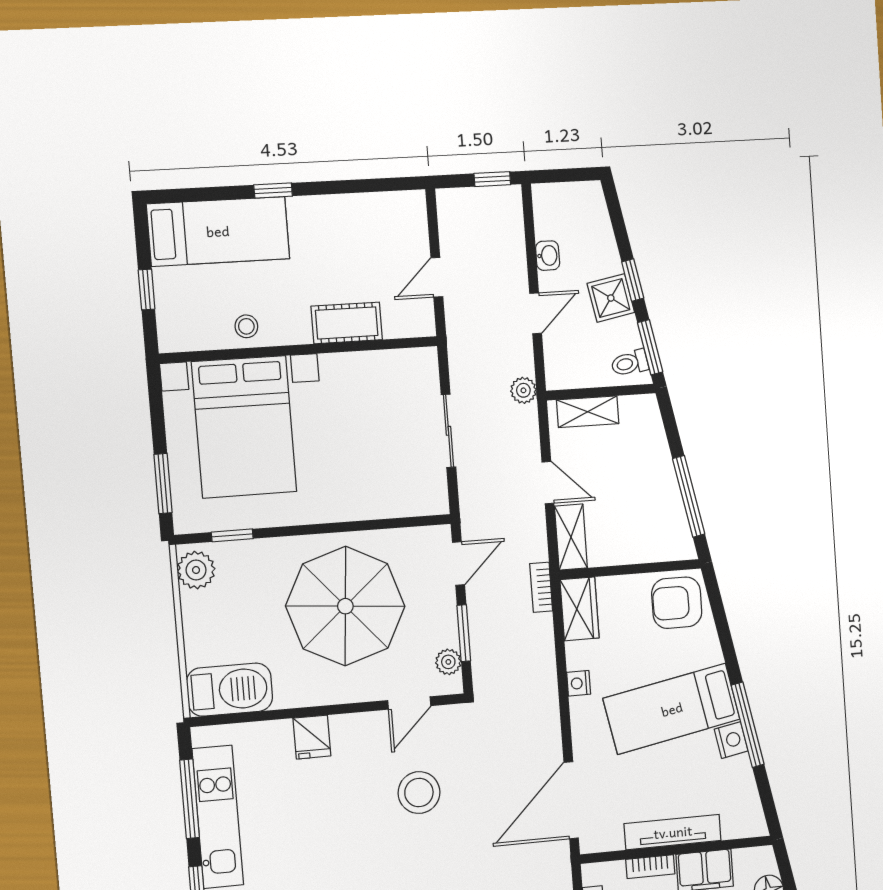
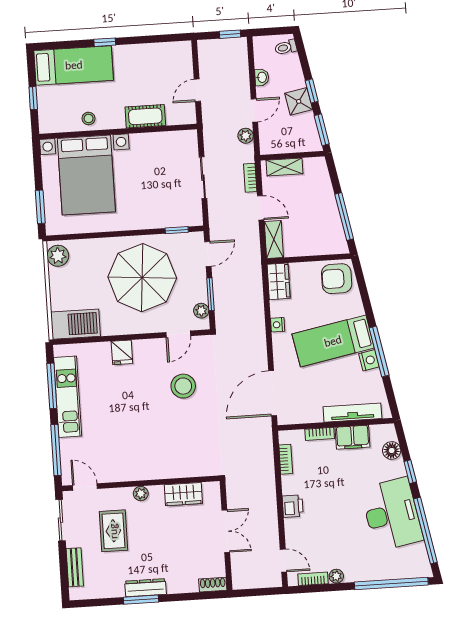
toilet: (630, 363) -> (286, 47), moved
plant: (523, 390) -> (246, 136), moved
window: (232, 535) -> (177, 230), moved
bookcase: (541, 587) -> (250, 178), moved
tv unit: (673, 832) -> (352, 413), moved

